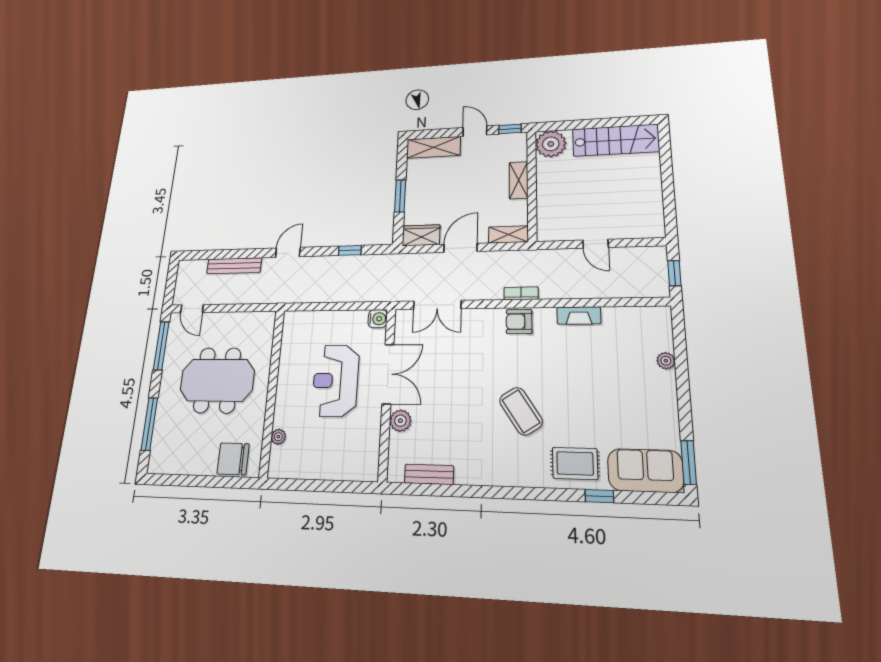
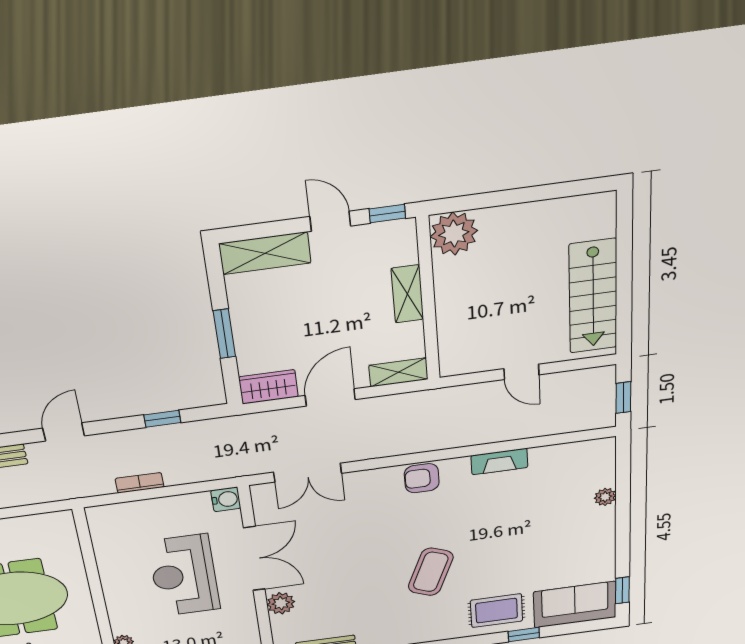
stairs: (616, 140) -> (593, 296), moved, turned 90
bookcase: (521, 293) -> (139, 483), moved
coffee table: (521, 411) -> (431, 572), turned 55
window: (689, 462) -> (622, 590), width x0.67

